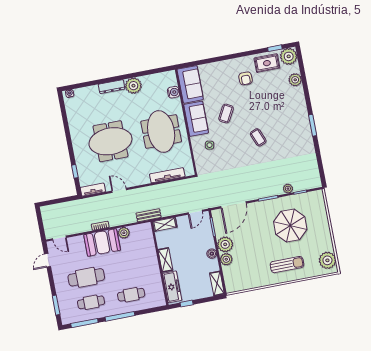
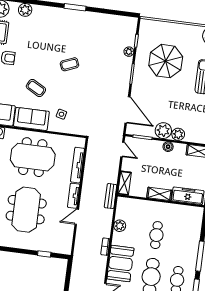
tv unit: (93, 190) -> (74, 196), moved
booth: (102, 242) -> (120, 263), moved
cafe table: (131, 295) -> (156, 235), moved

